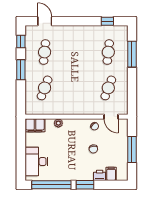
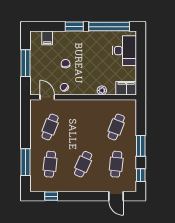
cafe table: (76, 52) -> (83, 164), added
printer: (100, 175) -> (59, 36), removed

